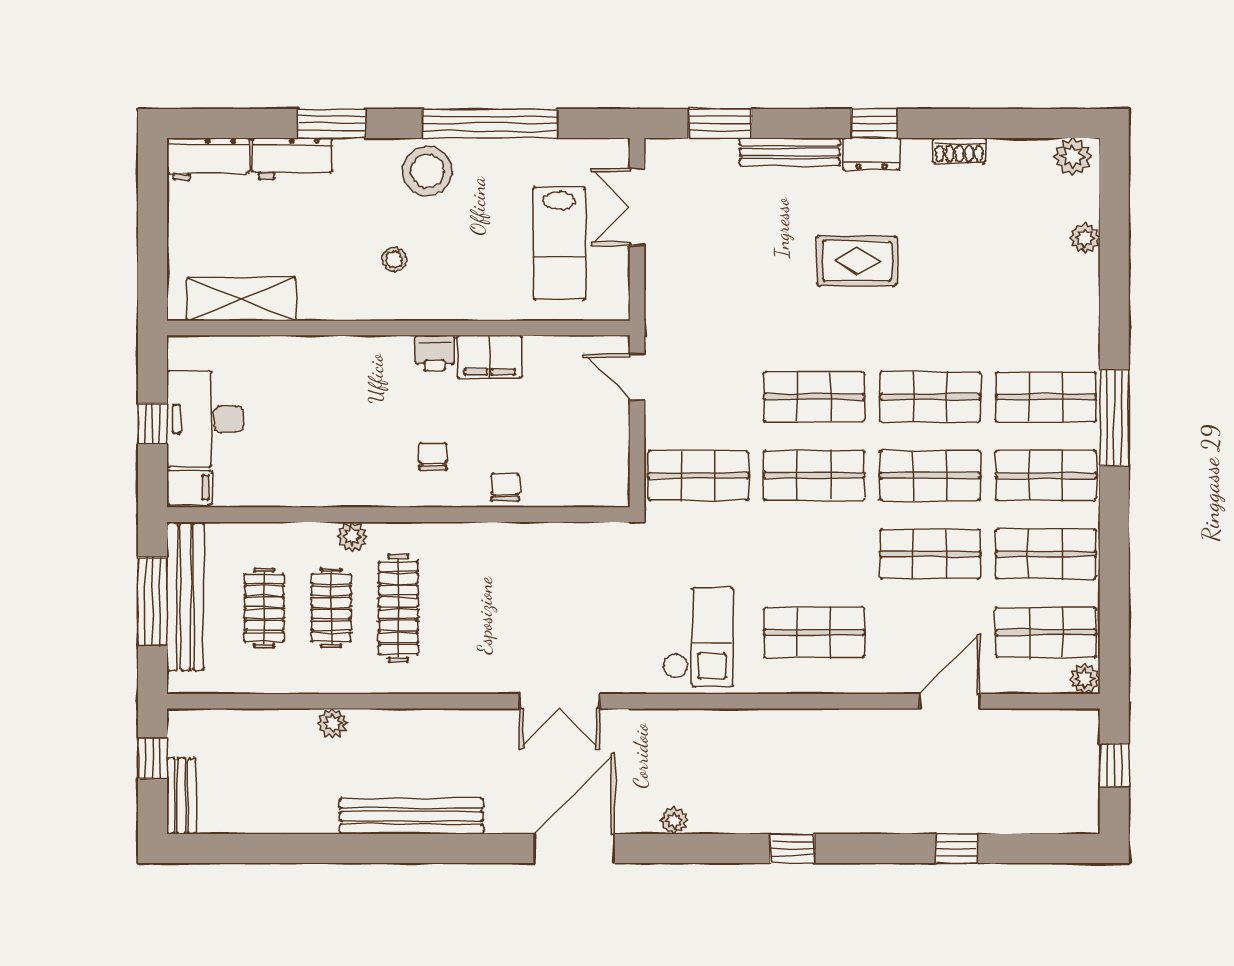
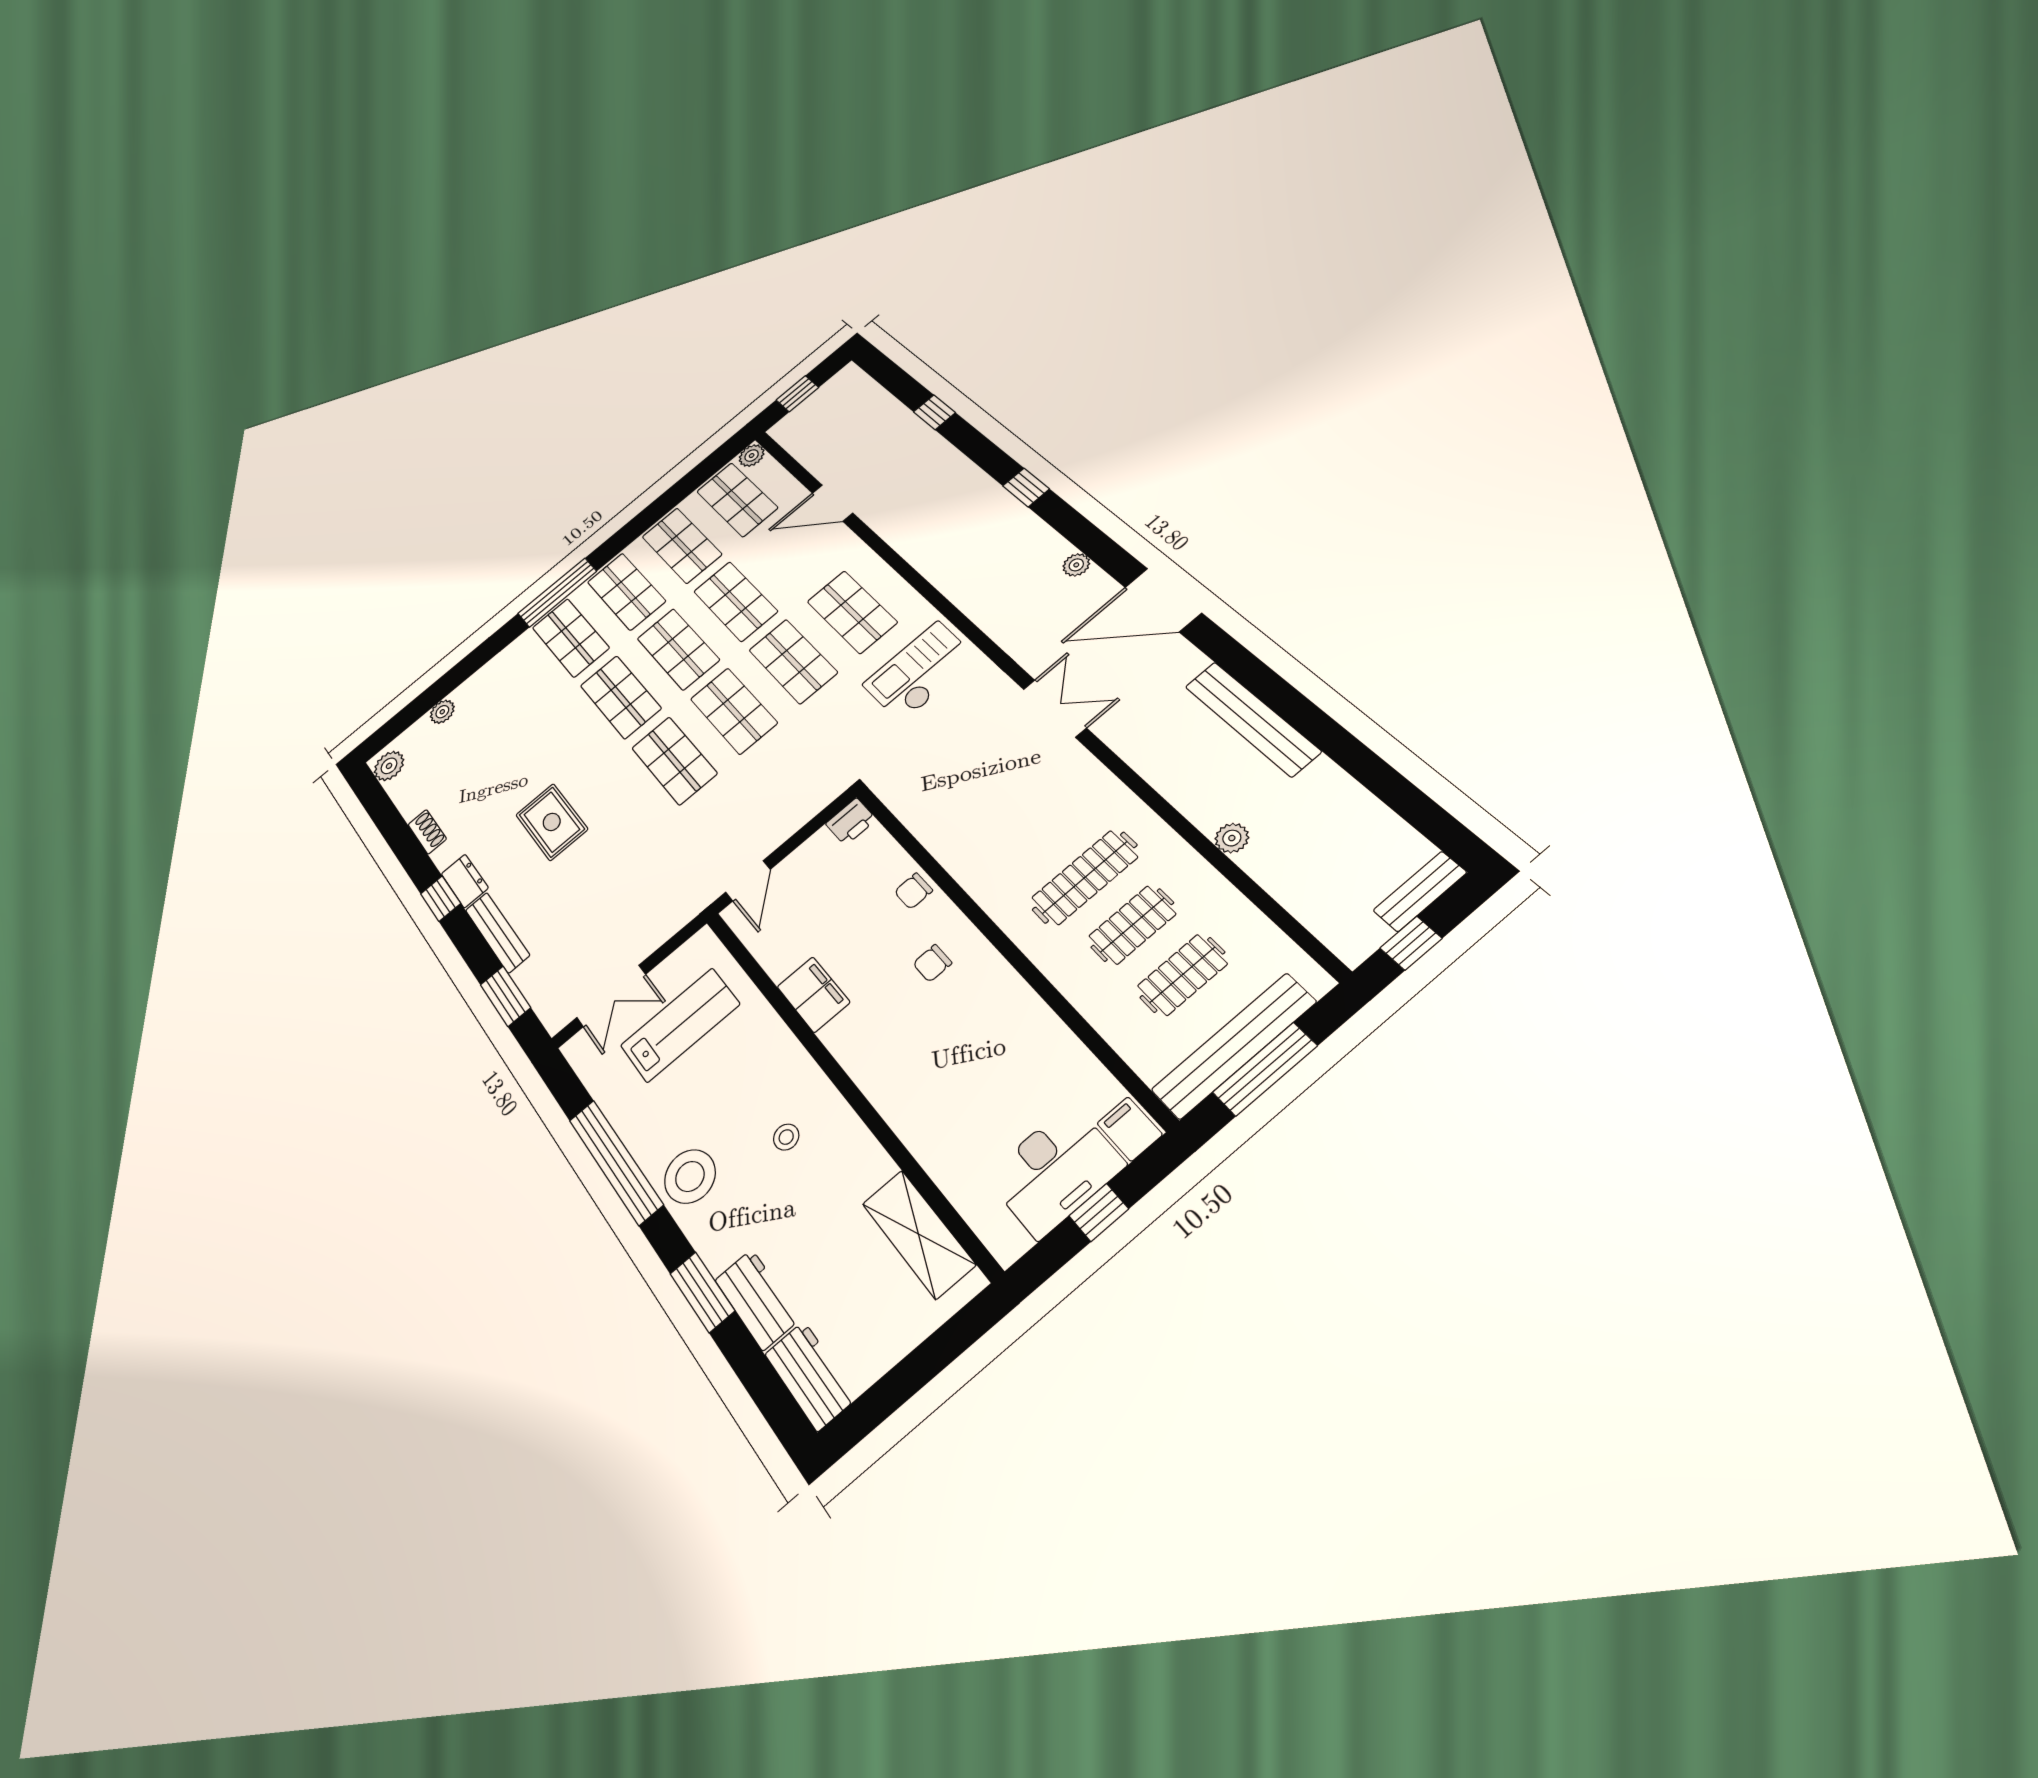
printer: (435, 353) -> (851, 822), moved, turned 90
shop shelf: (698, 475) -> (793, 661), moved
plant: (352, 537) -> (1055, 963), removed

